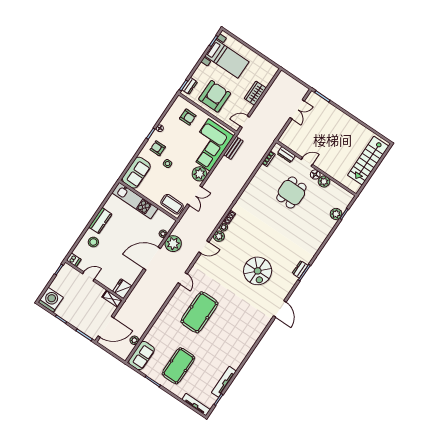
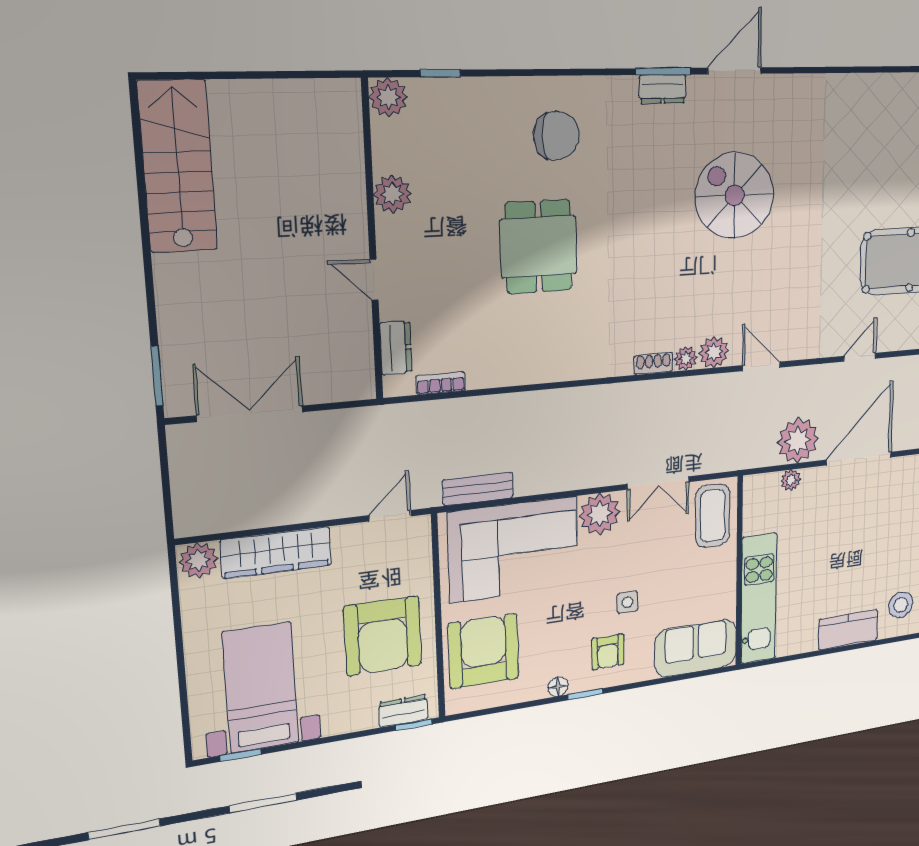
plant: (271, 71) -> (198, 560), added
wardrobe: (255, 93) -> (276, 553), width x1.50
armchair: (215, 96) -> (383, 636), turned -90
double door: (297, 109) -> (250, 414), width x1.37
armchair: (188, 117) -> (484, 651), width x1.88, depth x1.88
door: (245, 122) -> (390, 516), swing flipped
stairs: (368, 161) -> (178, 166), moved, turned -90
floor lamp: (315, 174) -> (391, 232), removed
dining table: (291, 193) -> (539, 247), moved, turned 90
double door: (195, 196) -> (658, 483), swing flipped
plant: (336, 214) -> (388, 97), moved
chair: (308, 233) -> (556, 136), added
door: (152, 258) -> (859, 458), swing flipped
spiral stairs: (258, 271) -> (735, 195), turned -90
door: (280, 309) -> (735, 71), moved

